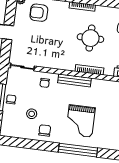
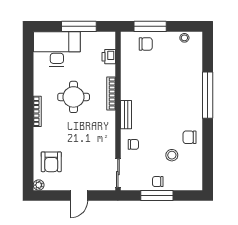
bench: (74, 80) -> (126, 115), width x0.73
grand piano: (81, 121) -> (173, 96), removed

